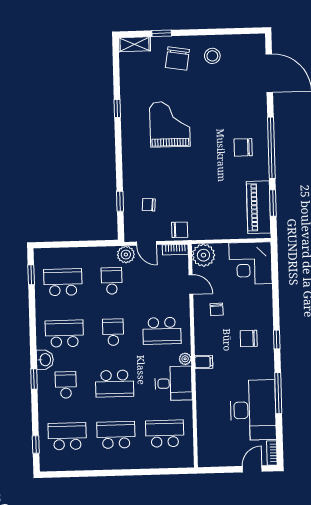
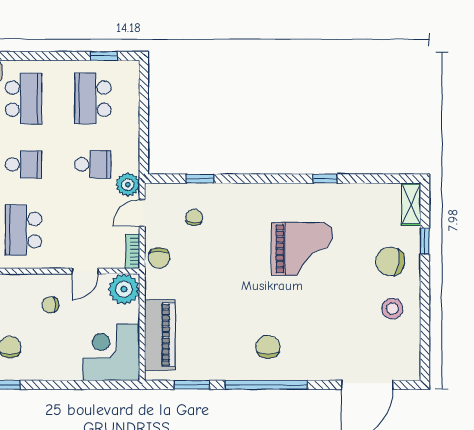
piano: (259, 207) -> (160, 335), moved, turned 90
school desk: (63, 282) -> (93, 99), turned 180

